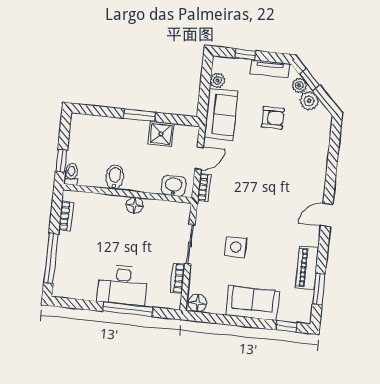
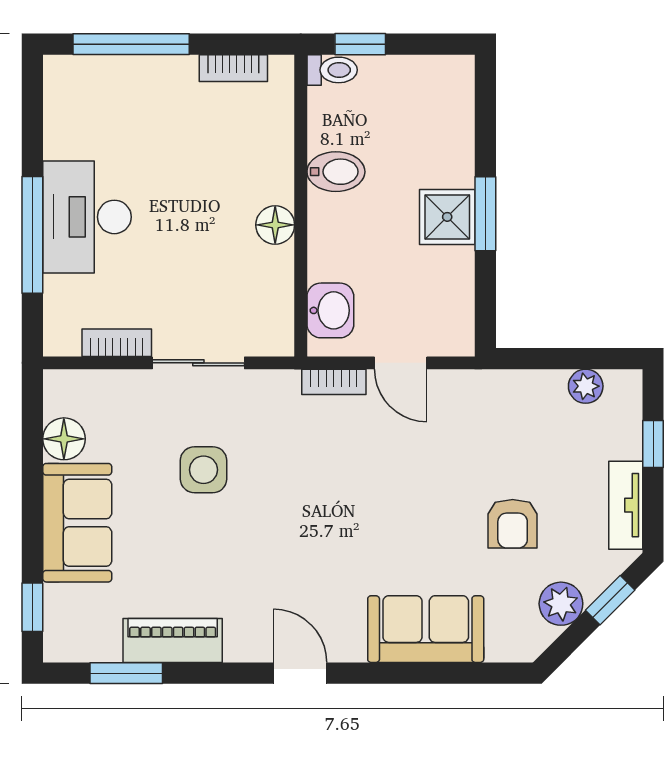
plant: (299, 85) -> (594, 577), removed
sofa: (221, 115) -> (426, 629), moved, turned 180
shower: (161, 134) -> (447, 217), moved
floor lamp: (197, 303) -> (64, 439), moved

